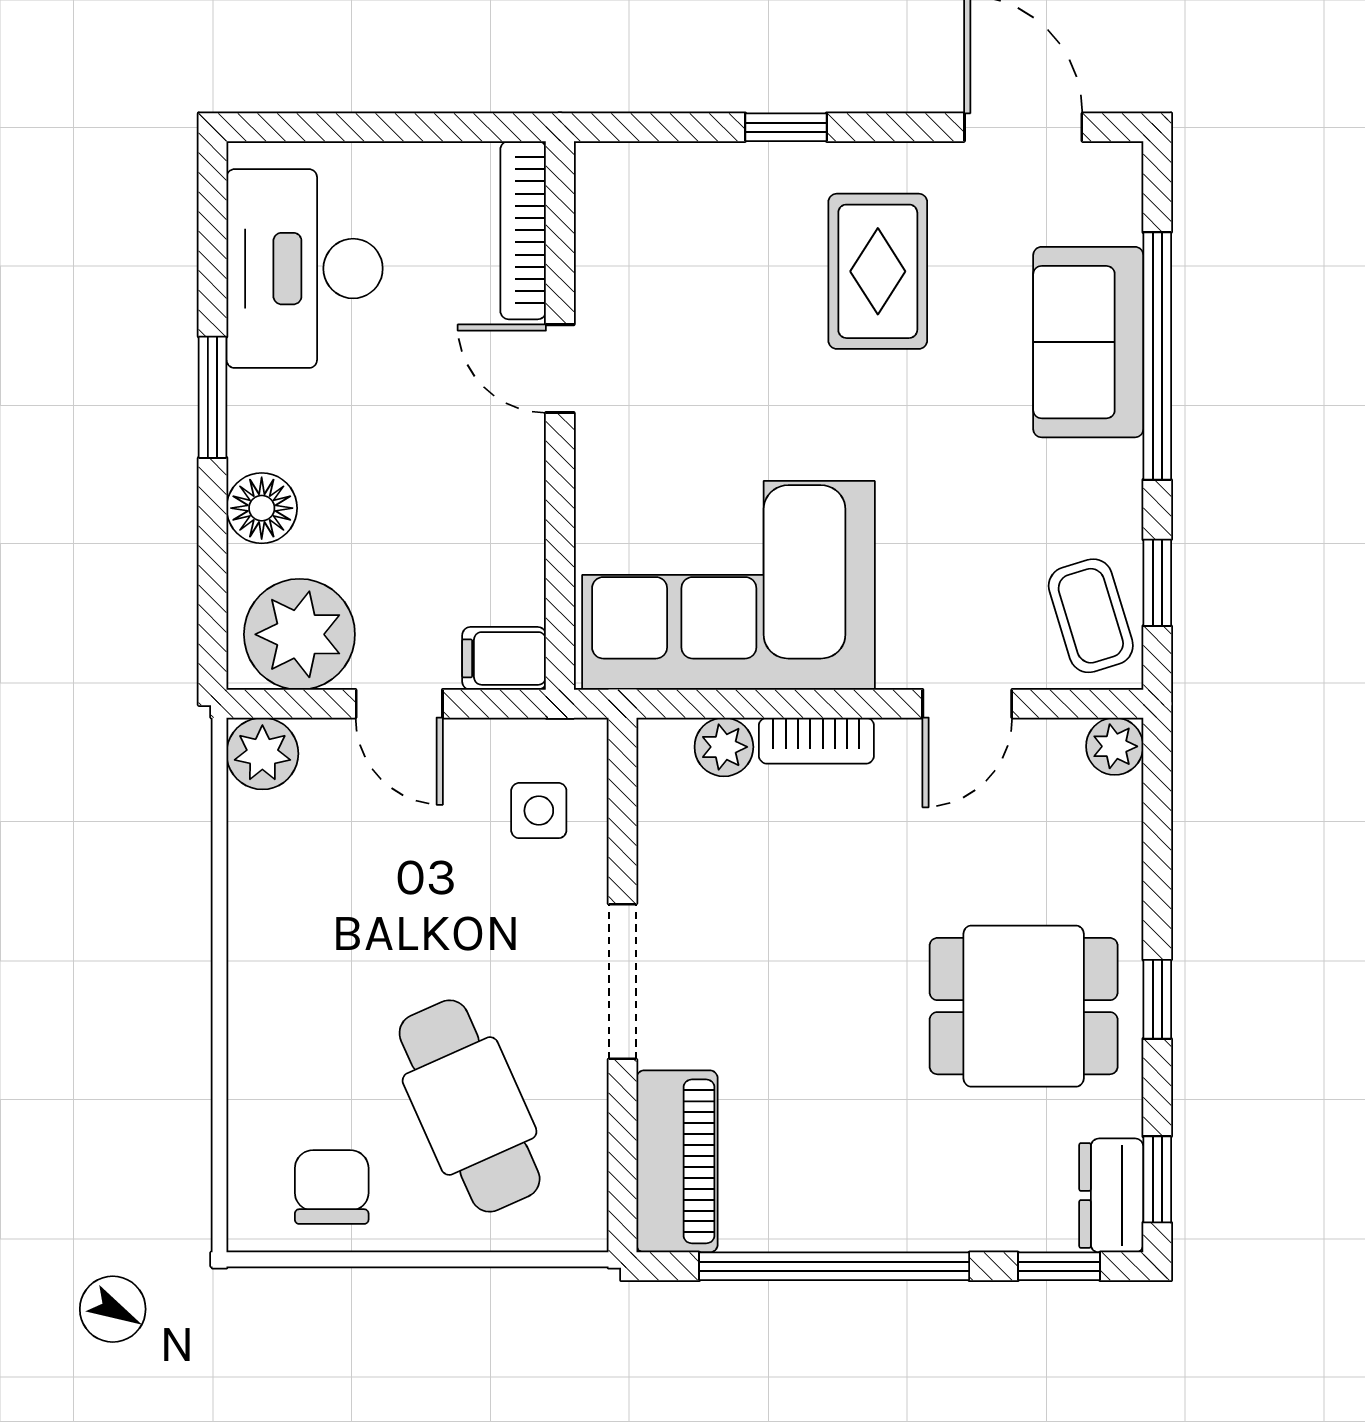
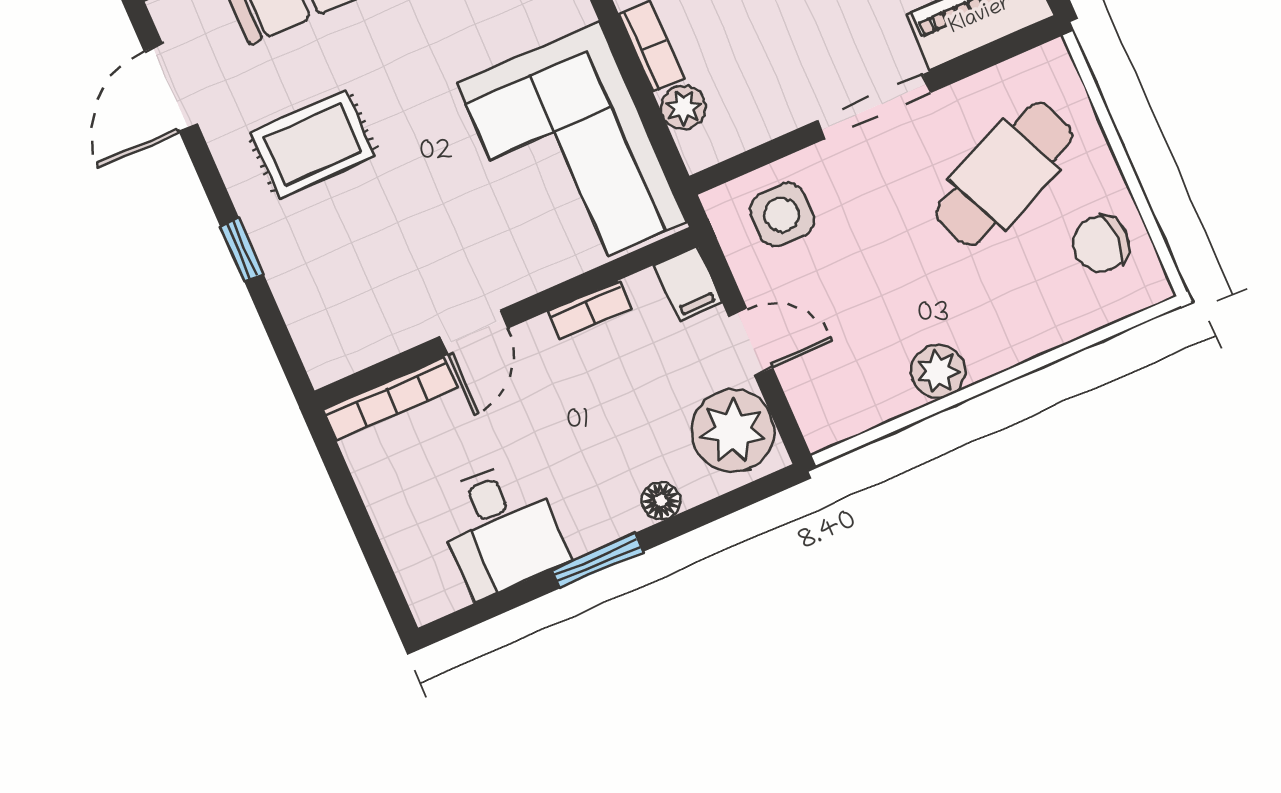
desk: (305, 269) -> (500, 528), width x0.73
floor lamp: (262, 508) -> (661, 501), width x0.73, depth x0.73
bookcase: (525, 522) -> (589, 310), added
door: (399, 704) -> (751, 342), hinge flipped
plant: (262, 754) -> (938, 371), moved
side table: (539, 811) -> (782, 215), width x1.37, depth x1.37

